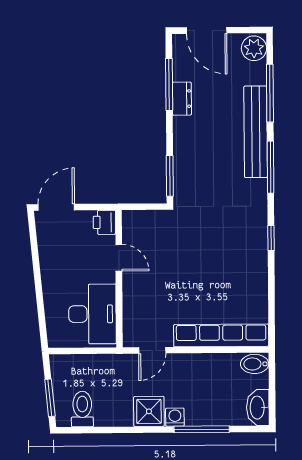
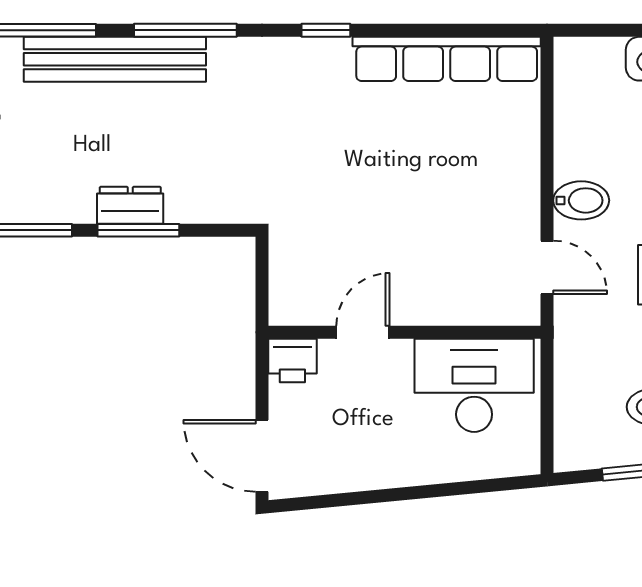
dresser: (182, 99) -> (130, 205), moved
window: (170, 176) -> (138, 230), moved
row of seats: (221, 335) -> (447, 59), moved, turned -90
bidet: (255, 364) -> (581, 200), moved, turned -90

